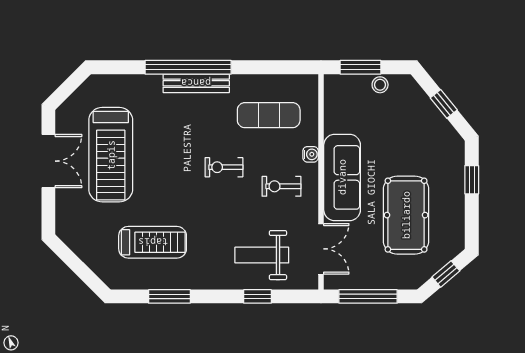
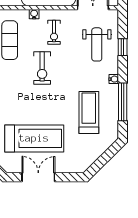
exercise bike: (224, 167) -> (42, 68), width x1.38, depth x1.39
water cooler: (206, 282) -> (114, 79), added
window: (169, 296) -> (123, 102), width x1.44

